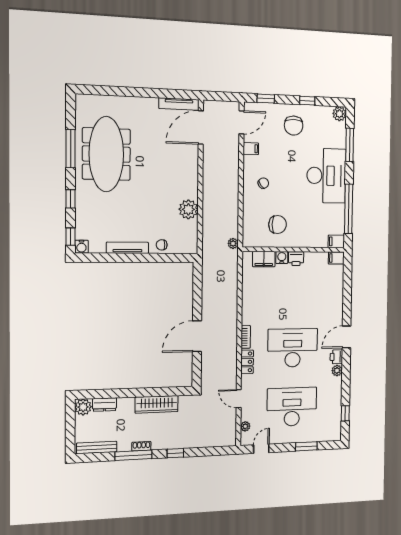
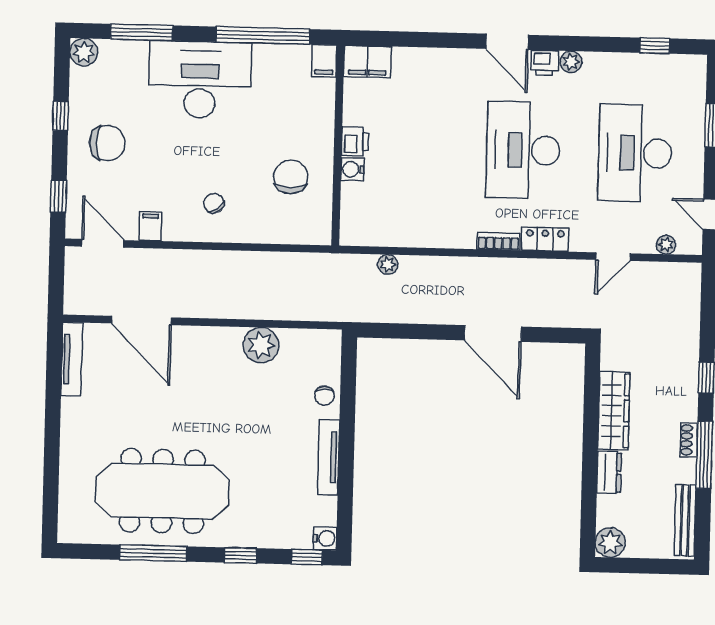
door: (201, 128) -> (141, 320), moved
plant: (233, 243) -> (388, 264), moved
filing cabinet: (336, 258) -> (368, 62), width x2.00
filing cabinet: (264, 259) -> (354, 204), removed
dresser: (105, 404) -> (609, 473), moved

